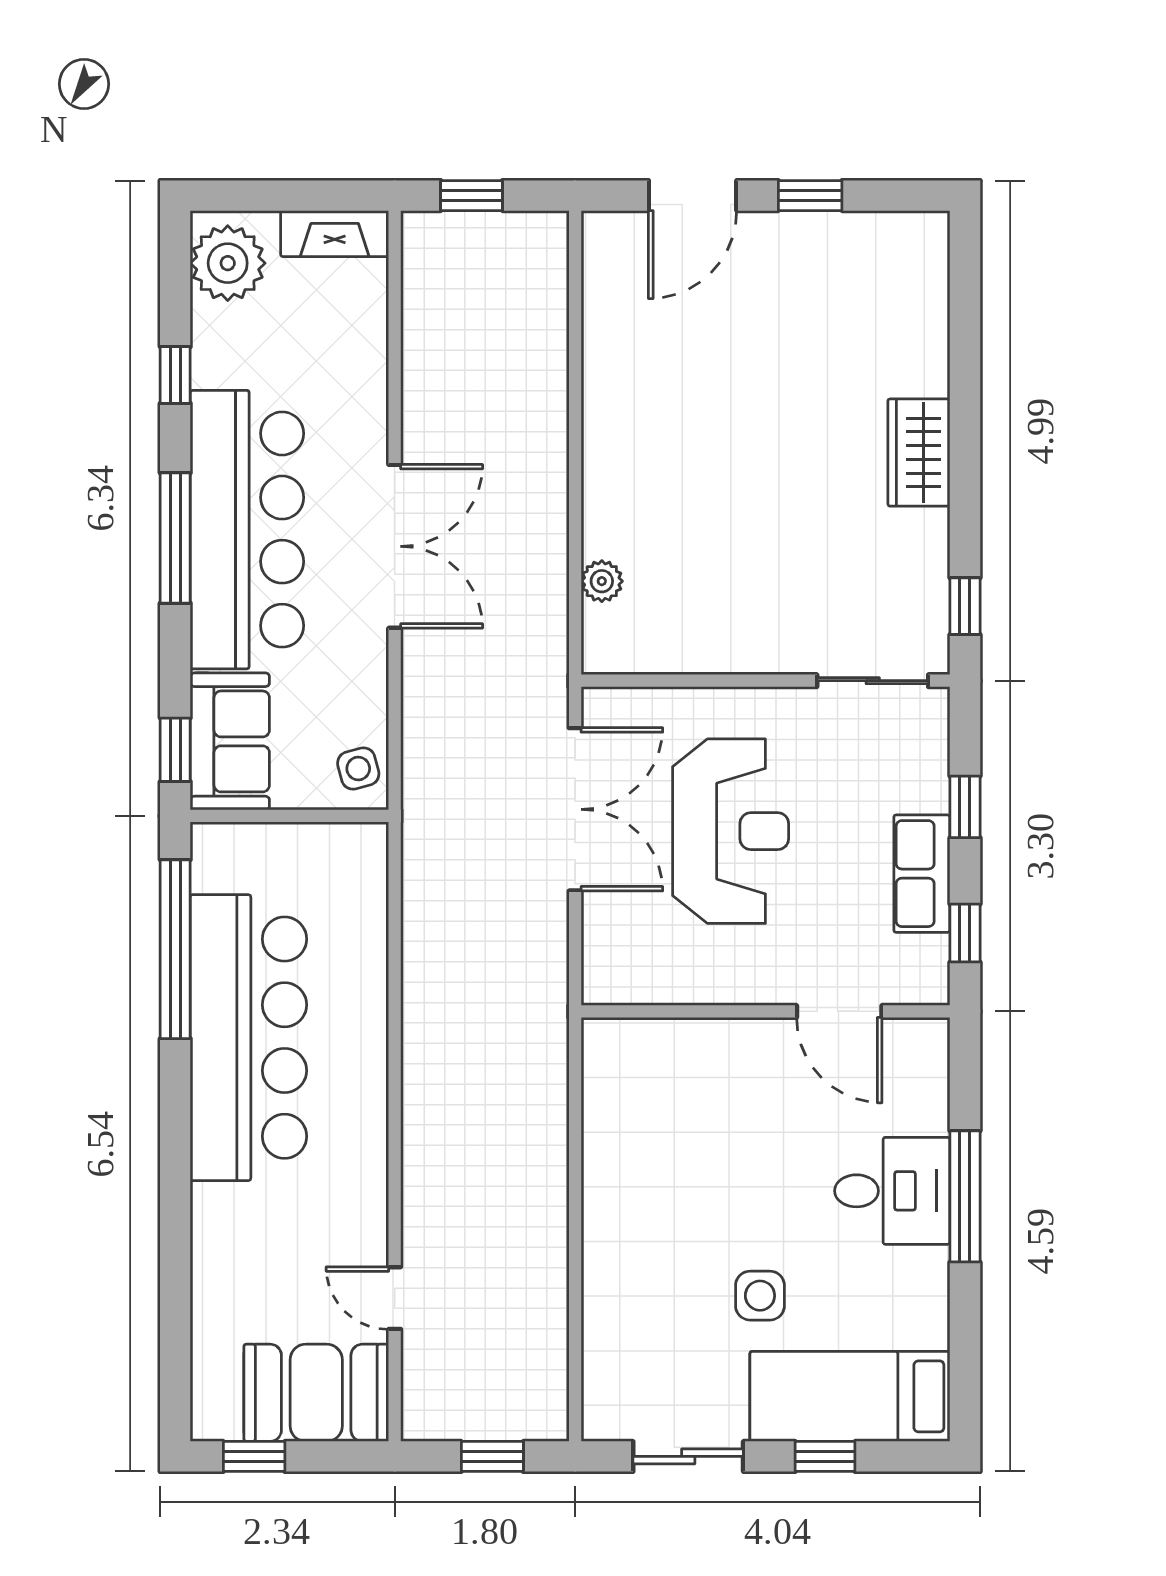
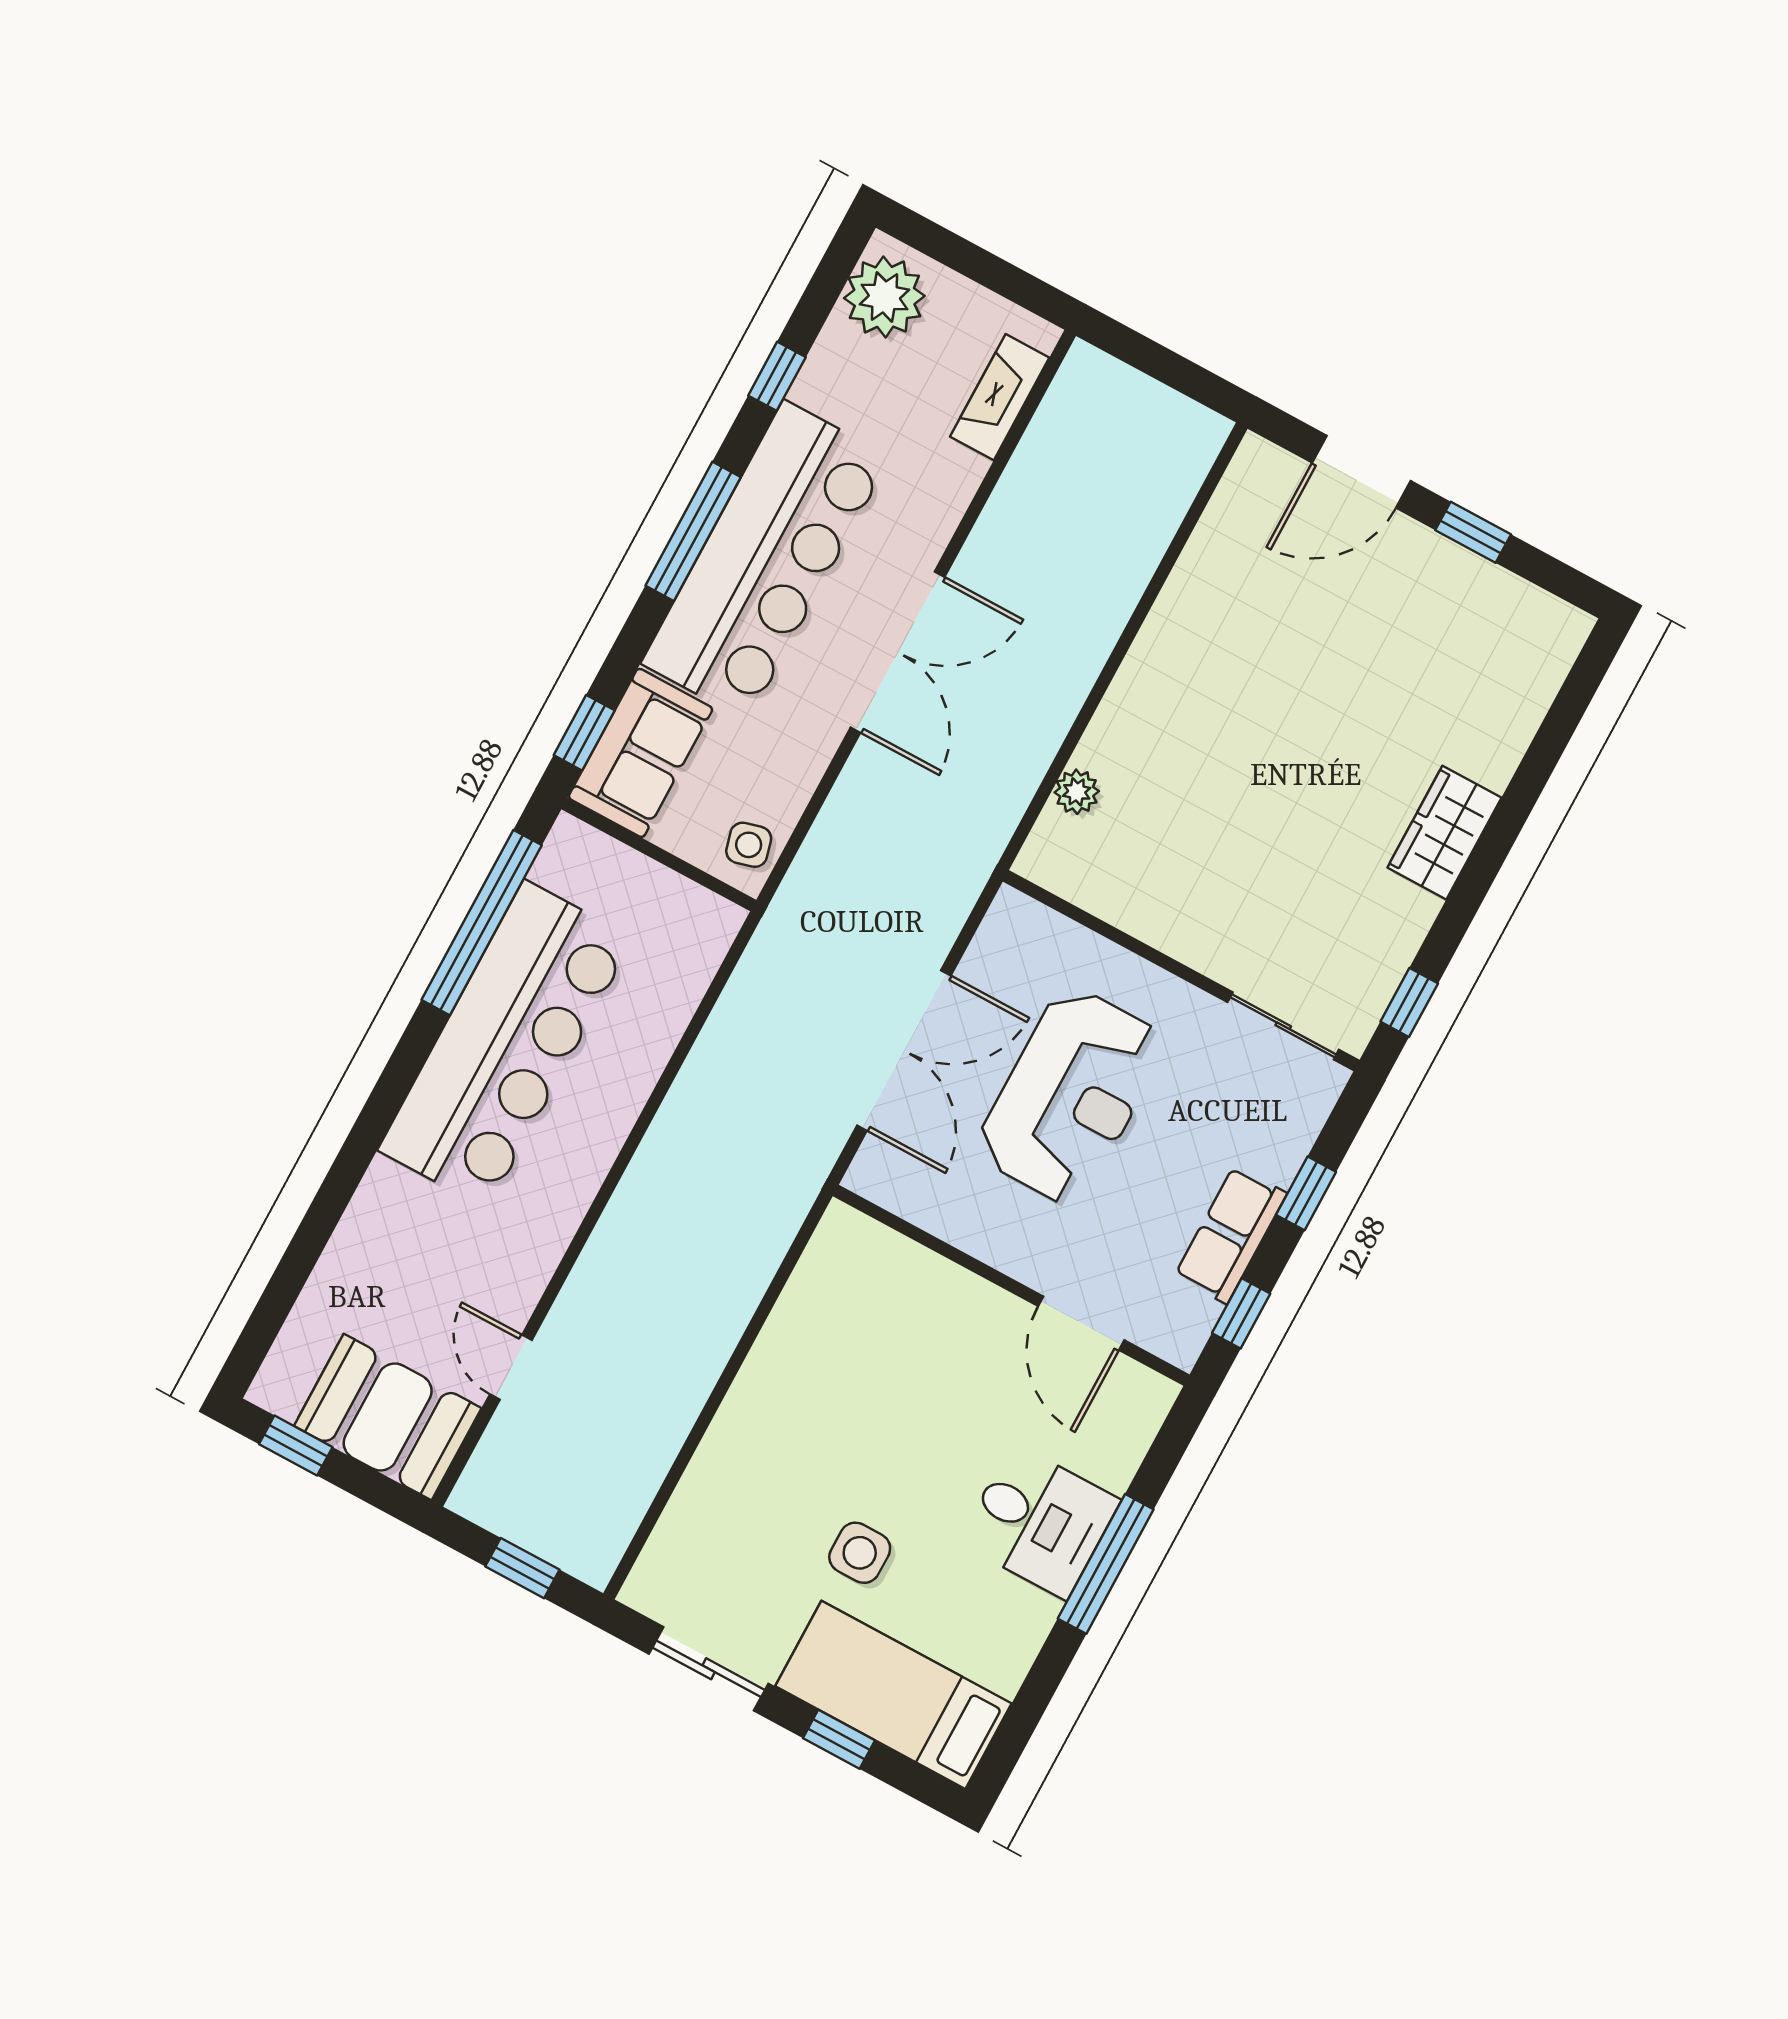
window: (472, 196) -> (1151, 358), removed
fireplace: (335, 234) -> (1000, 397), moved, turned 90
double door: (575, 809) -> (904, 1050), moved

